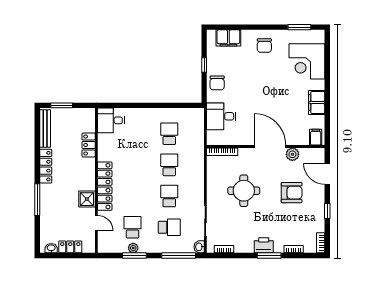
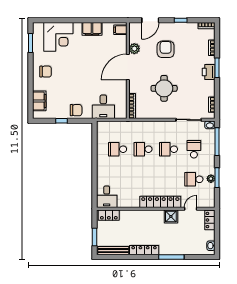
locker: (89, 145) -> (109, 215), moved
locker: (70, 247) -> (210, 220), moved

